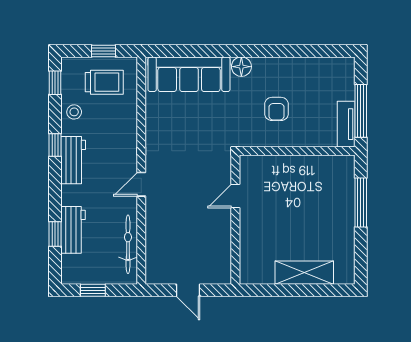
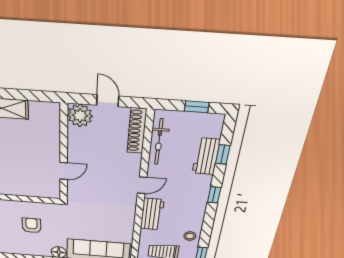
window: (55, 145) -> (214, 195), moved
workbench: (73, 160) -> (152, 214), moved, turned 180
shoe rack: (154, 256) -> (137, 131), added
plant: (217, 270) -> (80, 115), added

